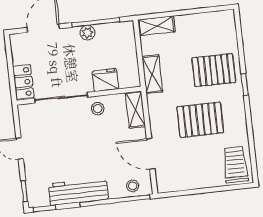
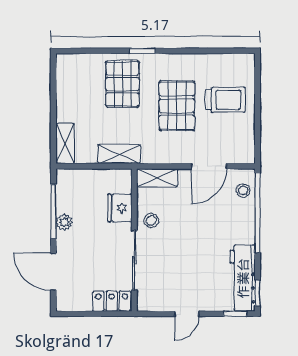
trolley: (235, 165) -> (225, 100), moved, turned 180
workbench: (78, 192) -> (243, 278), moved

